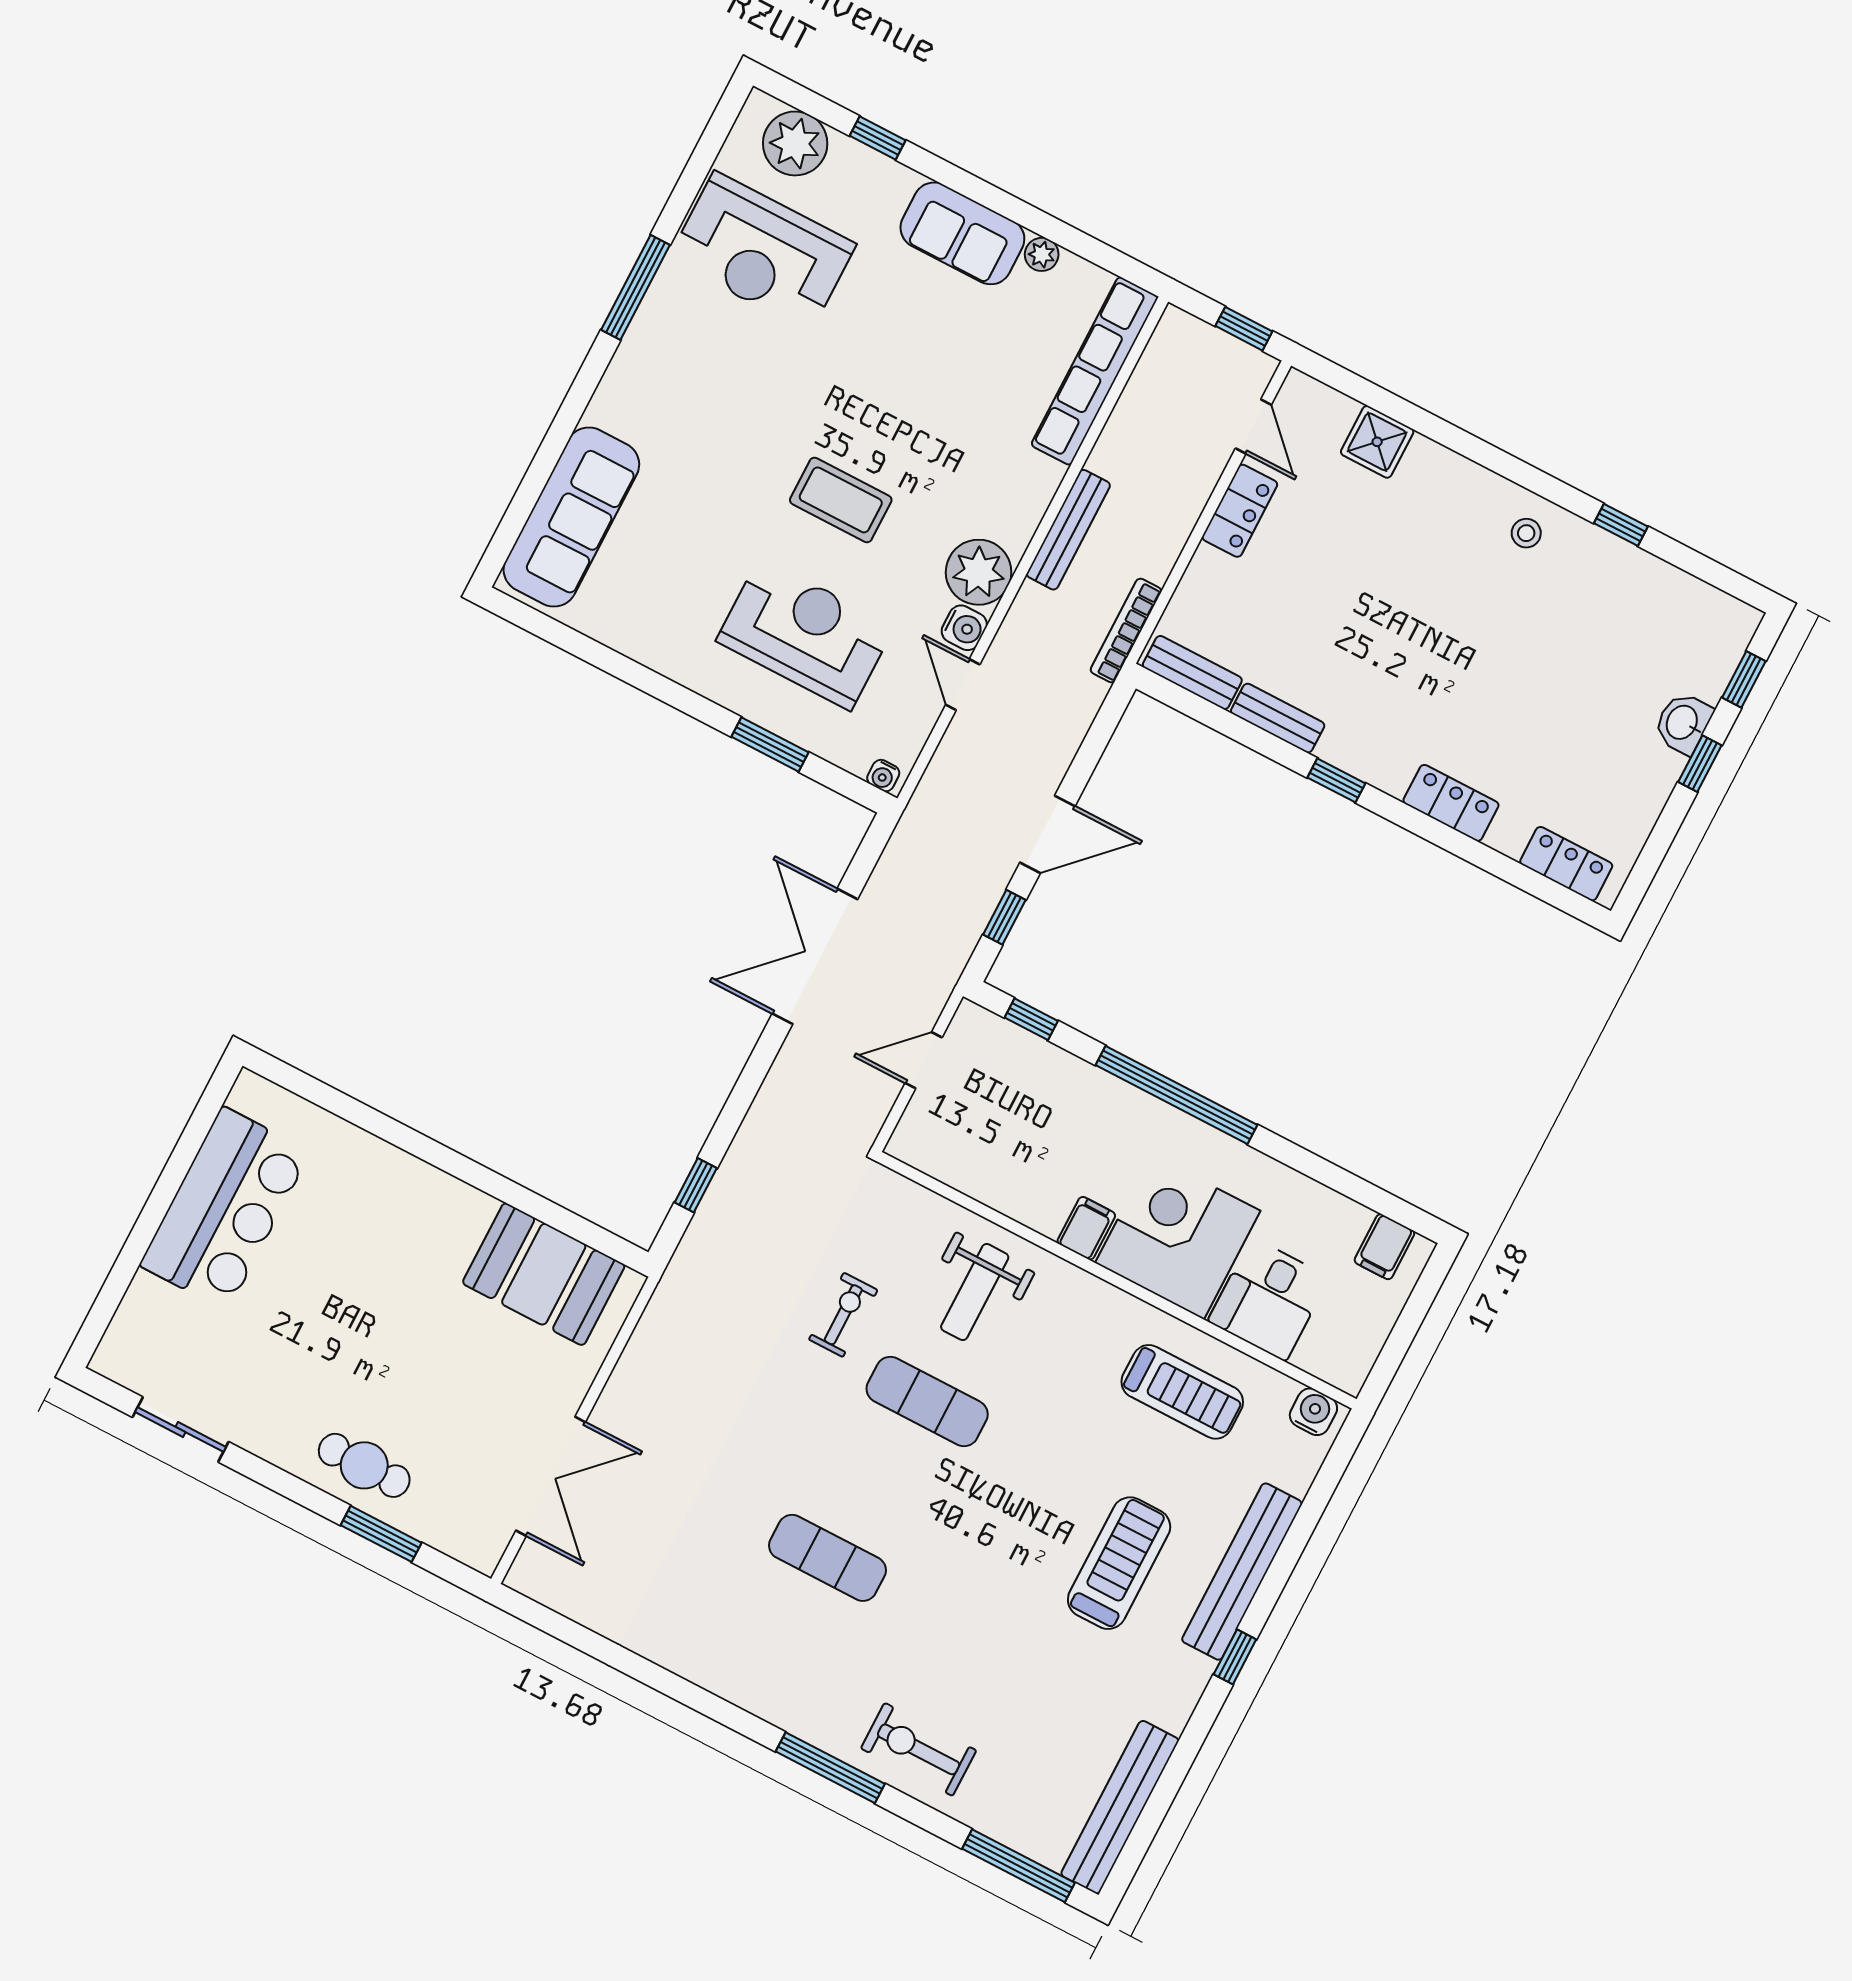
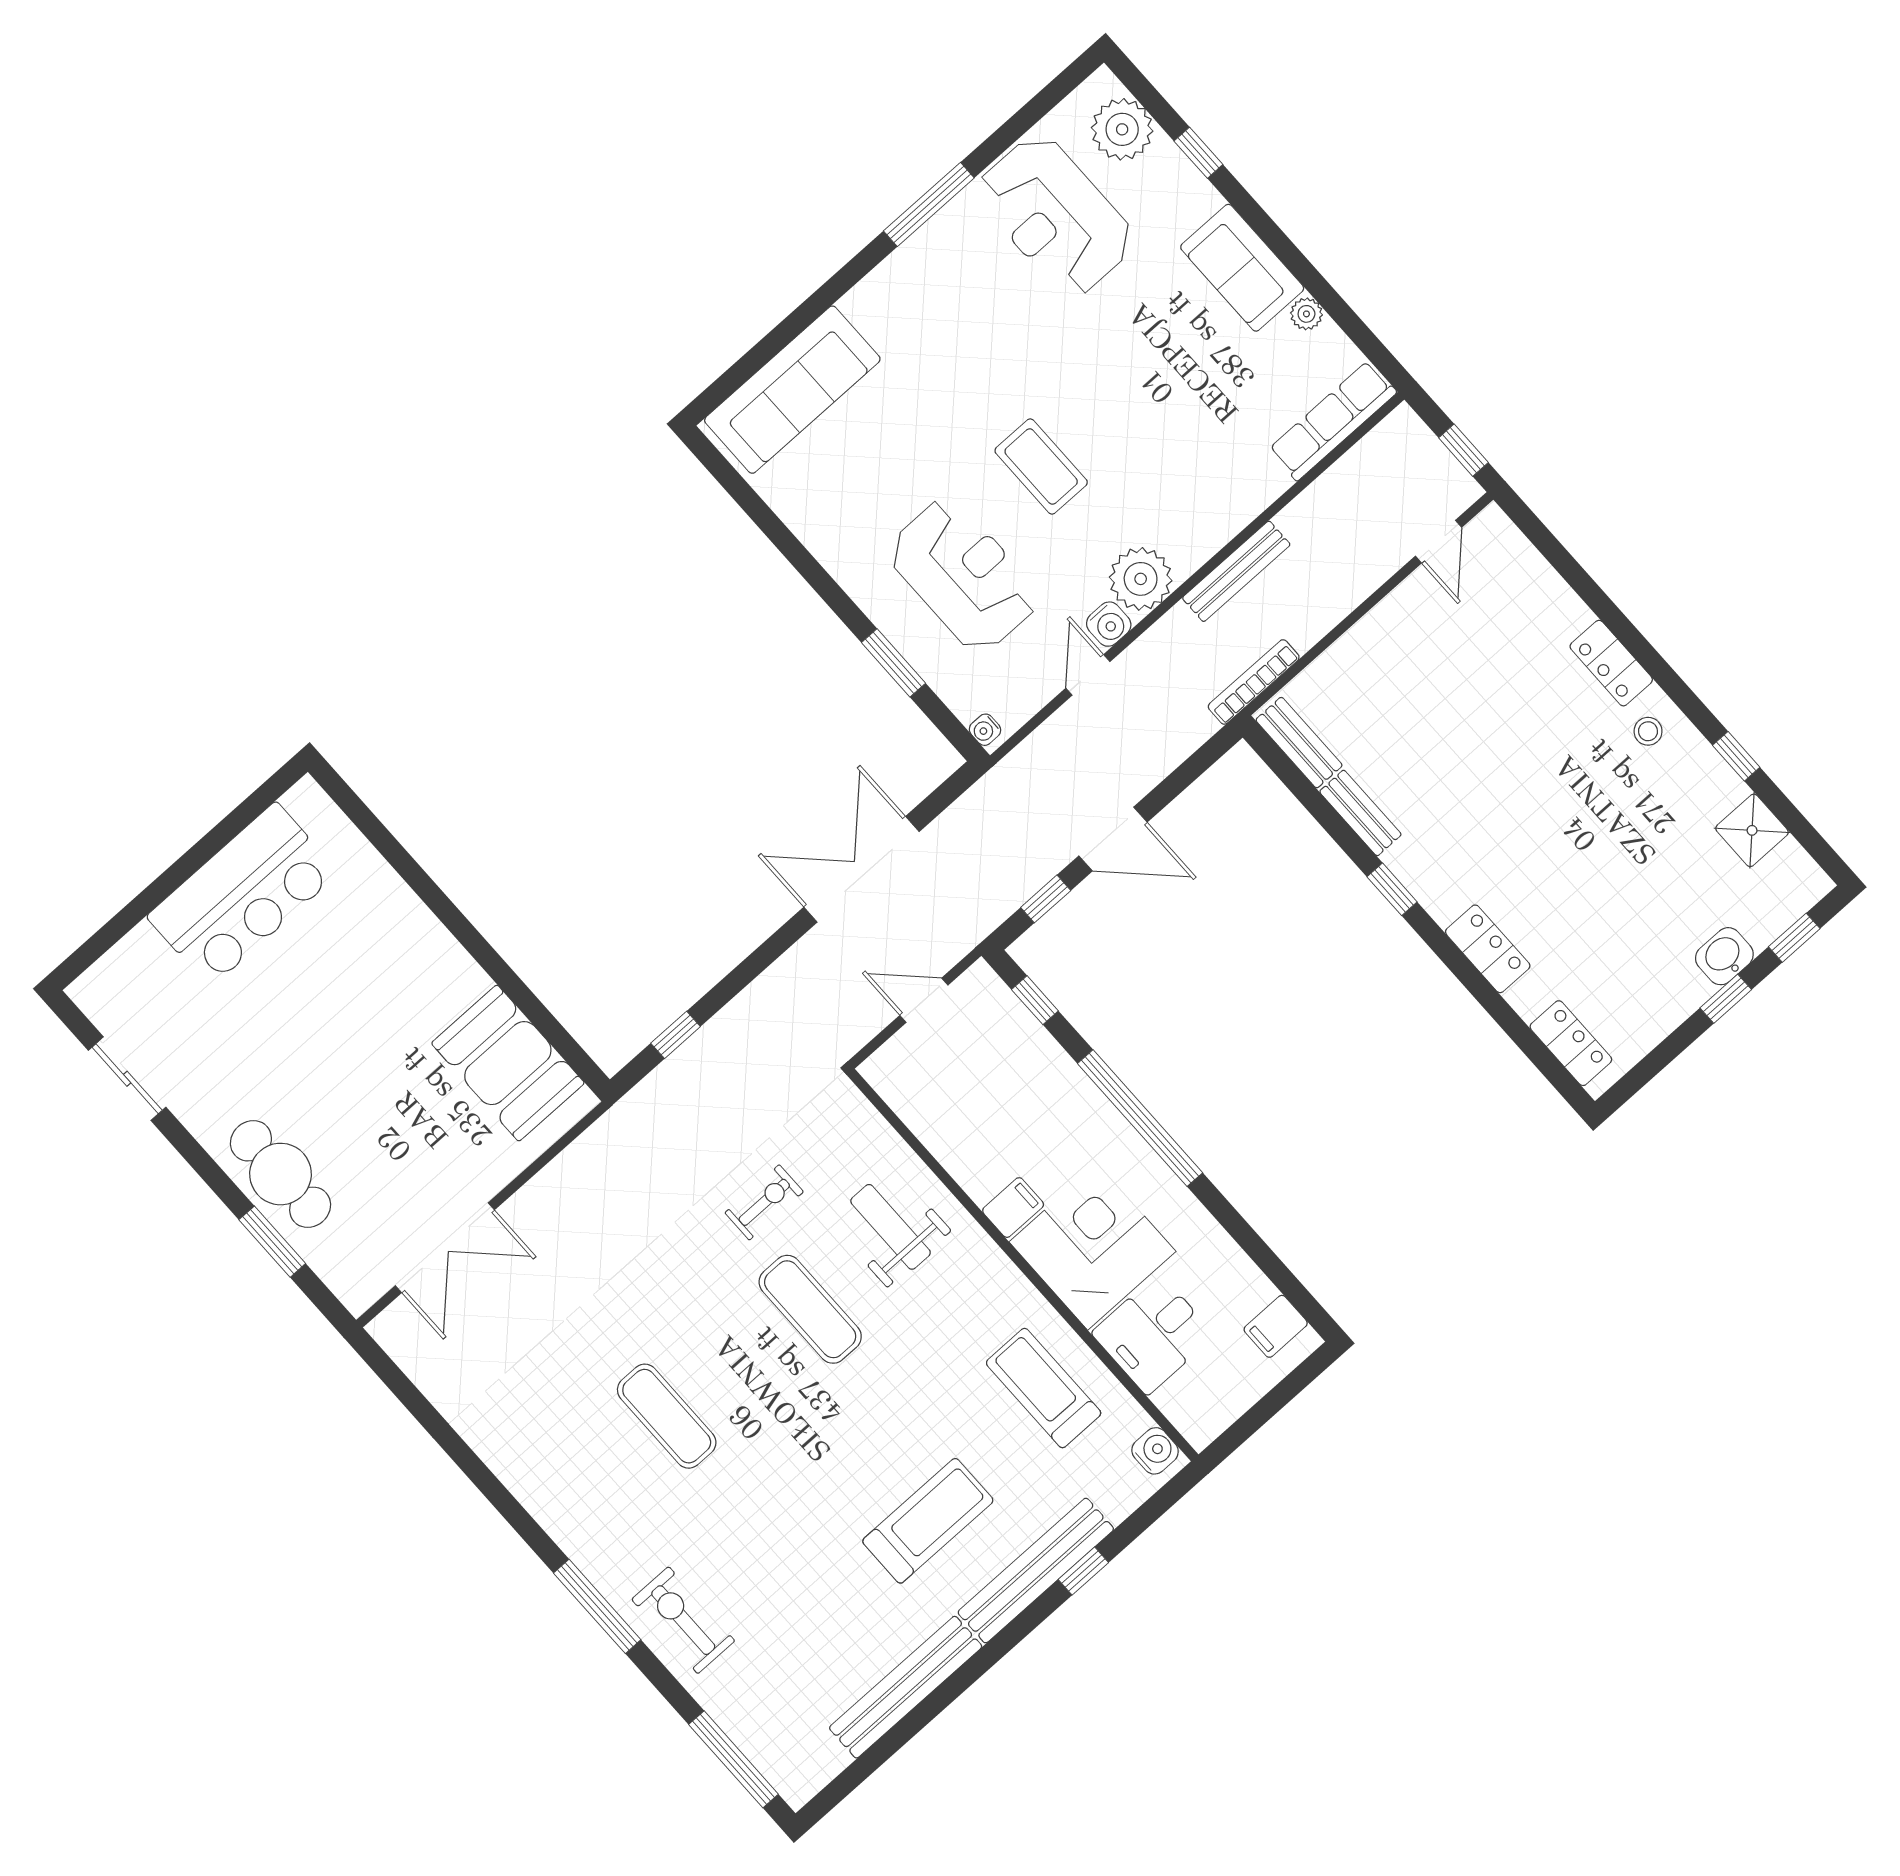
row of seats: (1095, 371) -> (1333, 421), width x0.73
shower: (1377, 442) -> (1752, 830), moved
locker: (1240, 511) -> (1611, 663), moved, turned 90
weight bench: (975, 1292) -> (891, 1227), turned 90
treadmill: (1182, 1392) -> (1044, 1388), turned 180
cafe table: (364, 1465) -> (281, 1174), width x1.37, depth x1.35
window: (1235, 1657) -> (1083, 1571), moved
bench: (1120, 1807) -> (906, 1687), moved

